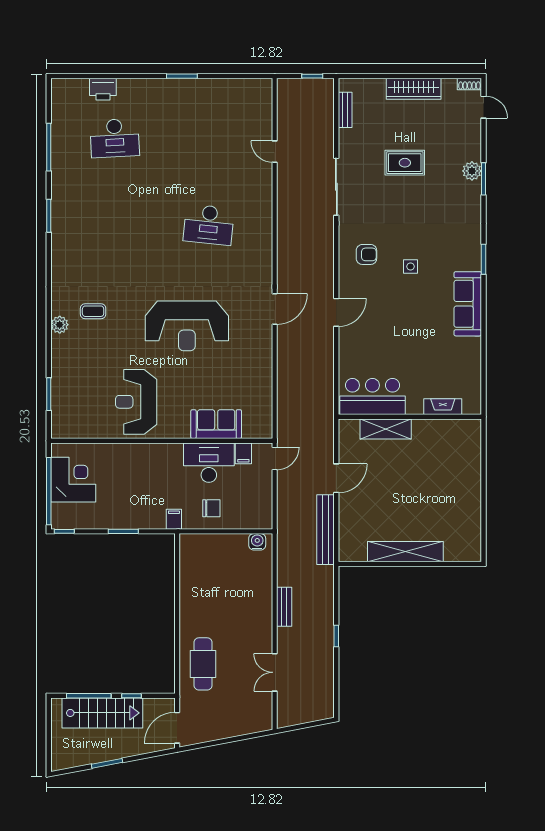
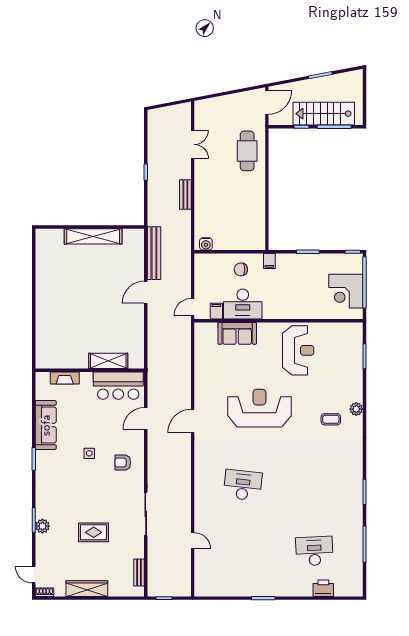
bar counter: (372, 397) -> (118, 386), moved
fireplace: (443, 407) -> (65, 378), moved
wall: (410, 417) -> (90, 370), moved
shelving: (386, 429) -> (108, 361), moved

